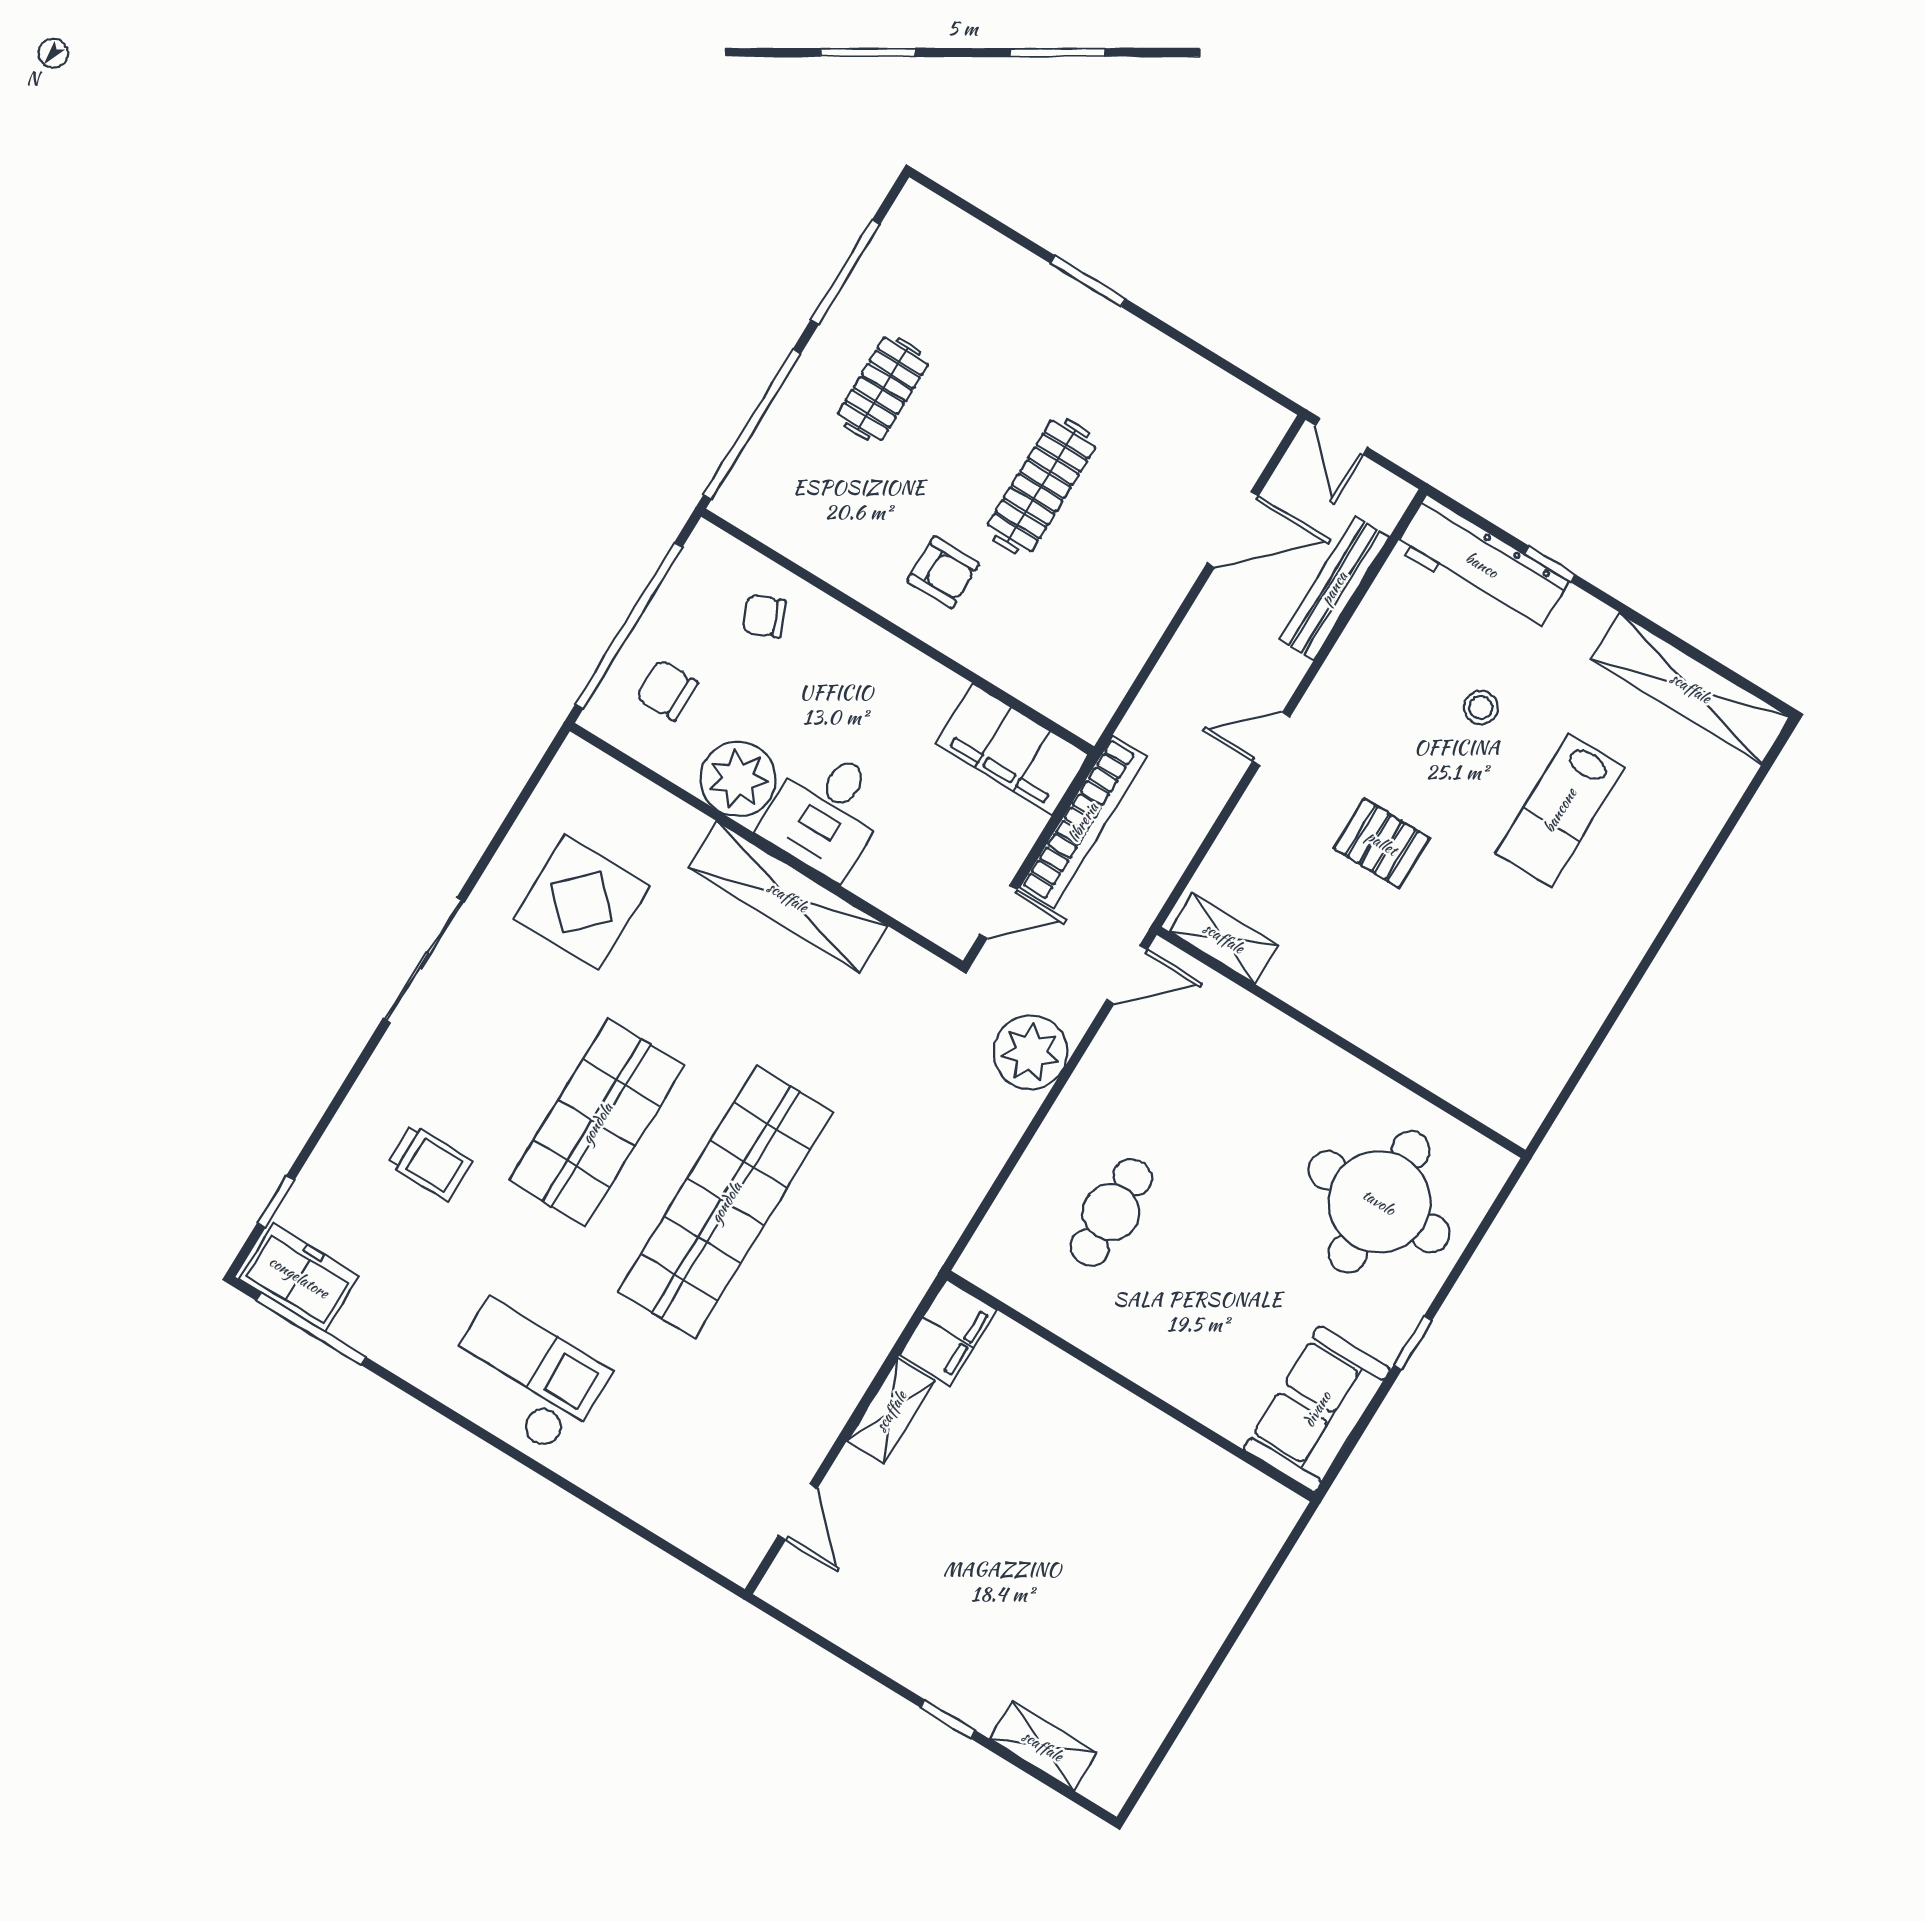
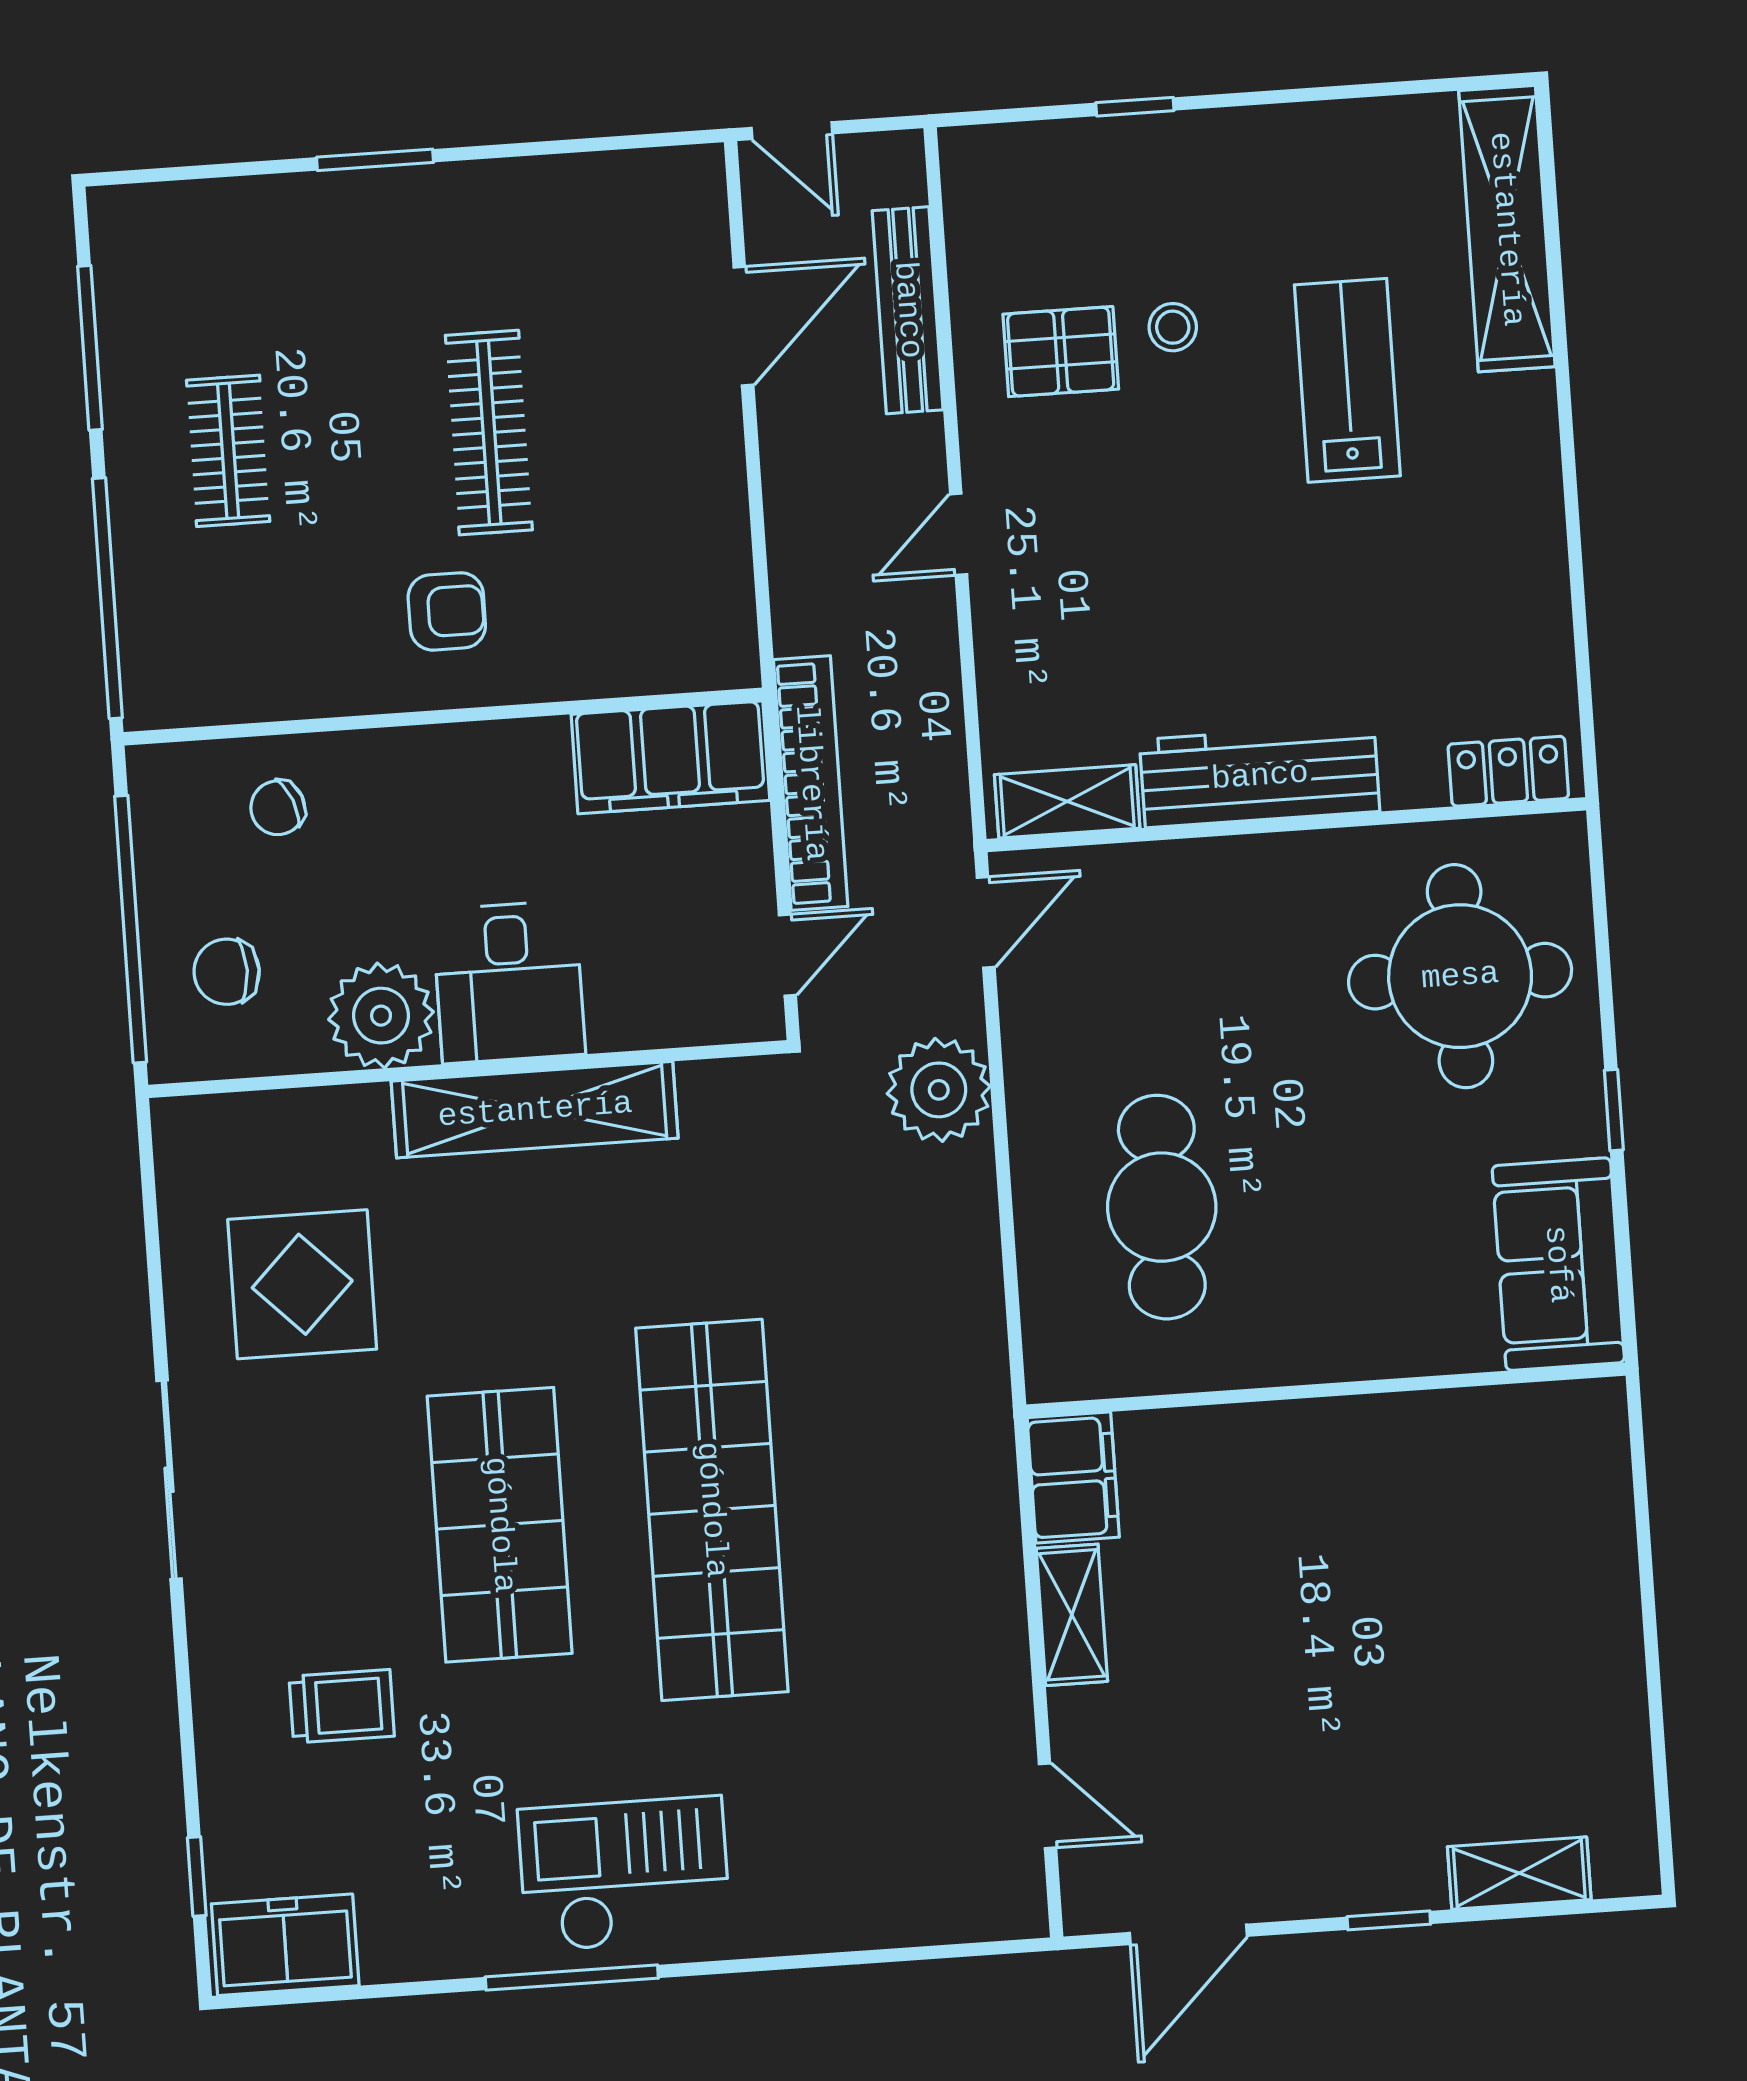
workbench: (1482, 565) -> (1260, 776), moved, turned 180
shelving: (1691, 688) -> (1507, 229), moved, turned 90
lab bench: (1560, 810) -> (1347, 380), turned 180
pallet: (1382, 843) -> (1061, 352), moved
locker: (1492, 1103) -> (1508, 771), added
cafe table: (1111, 1212) -> (1162, 1207), width x1.37, depth x1.35
window: (311, 1329) -> (572, 1978), moved
door: (826, 1644) -> (1188, 1934), added

